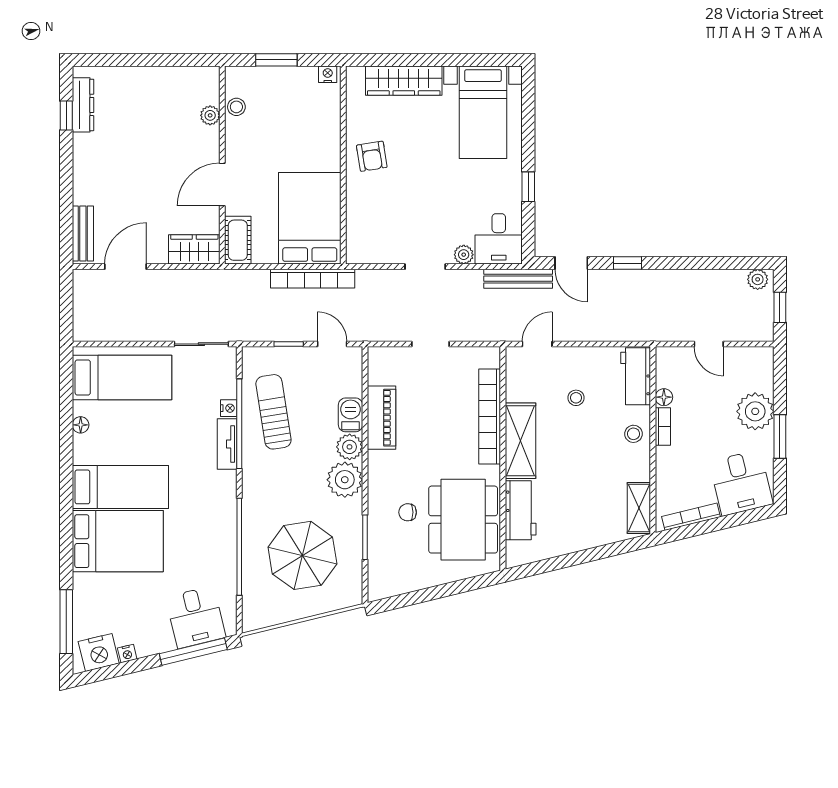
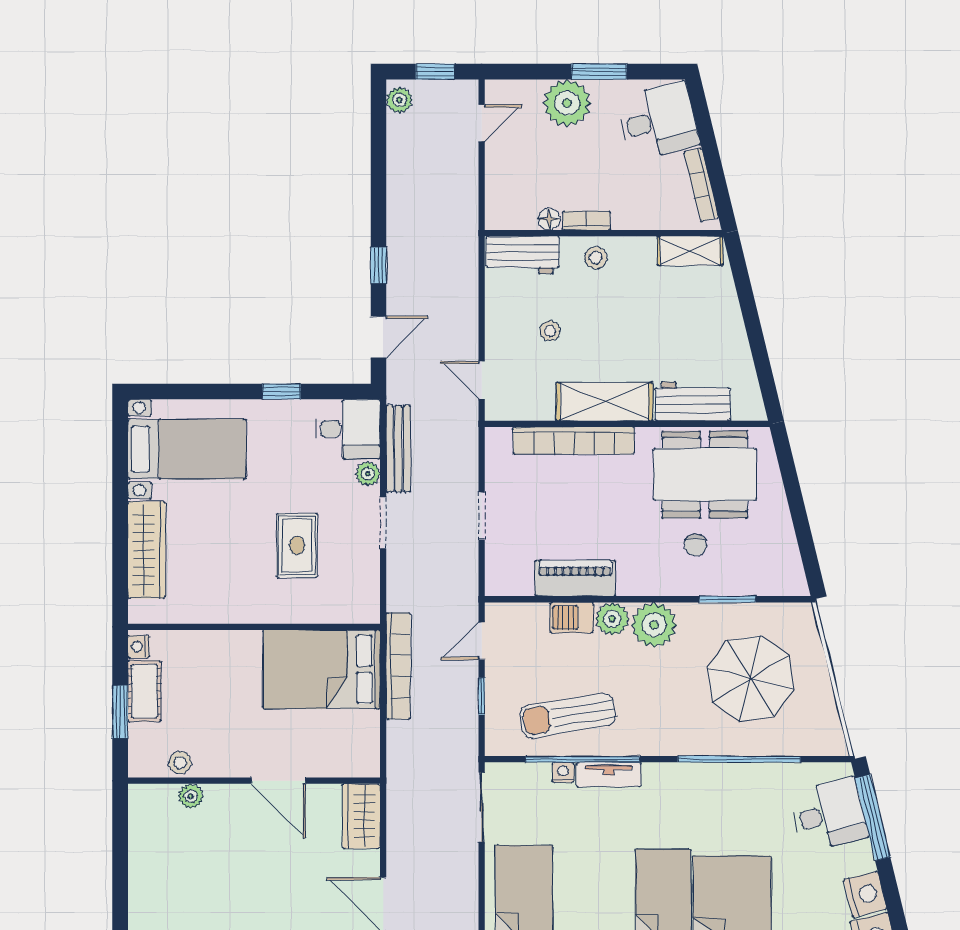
armchair: (372, 156) -> (243, 591), removed
rug: (407, 199) -> (297, 545), added
cot: (238, 240) -> (144, 691), moved, turned 90
bench: (518, 279) -> (398, 449), moved
door: (709, 344) -> (482, 123), moved
nightstand: (127, 654) -> (865, 894), width x1.89, depth x1.79

